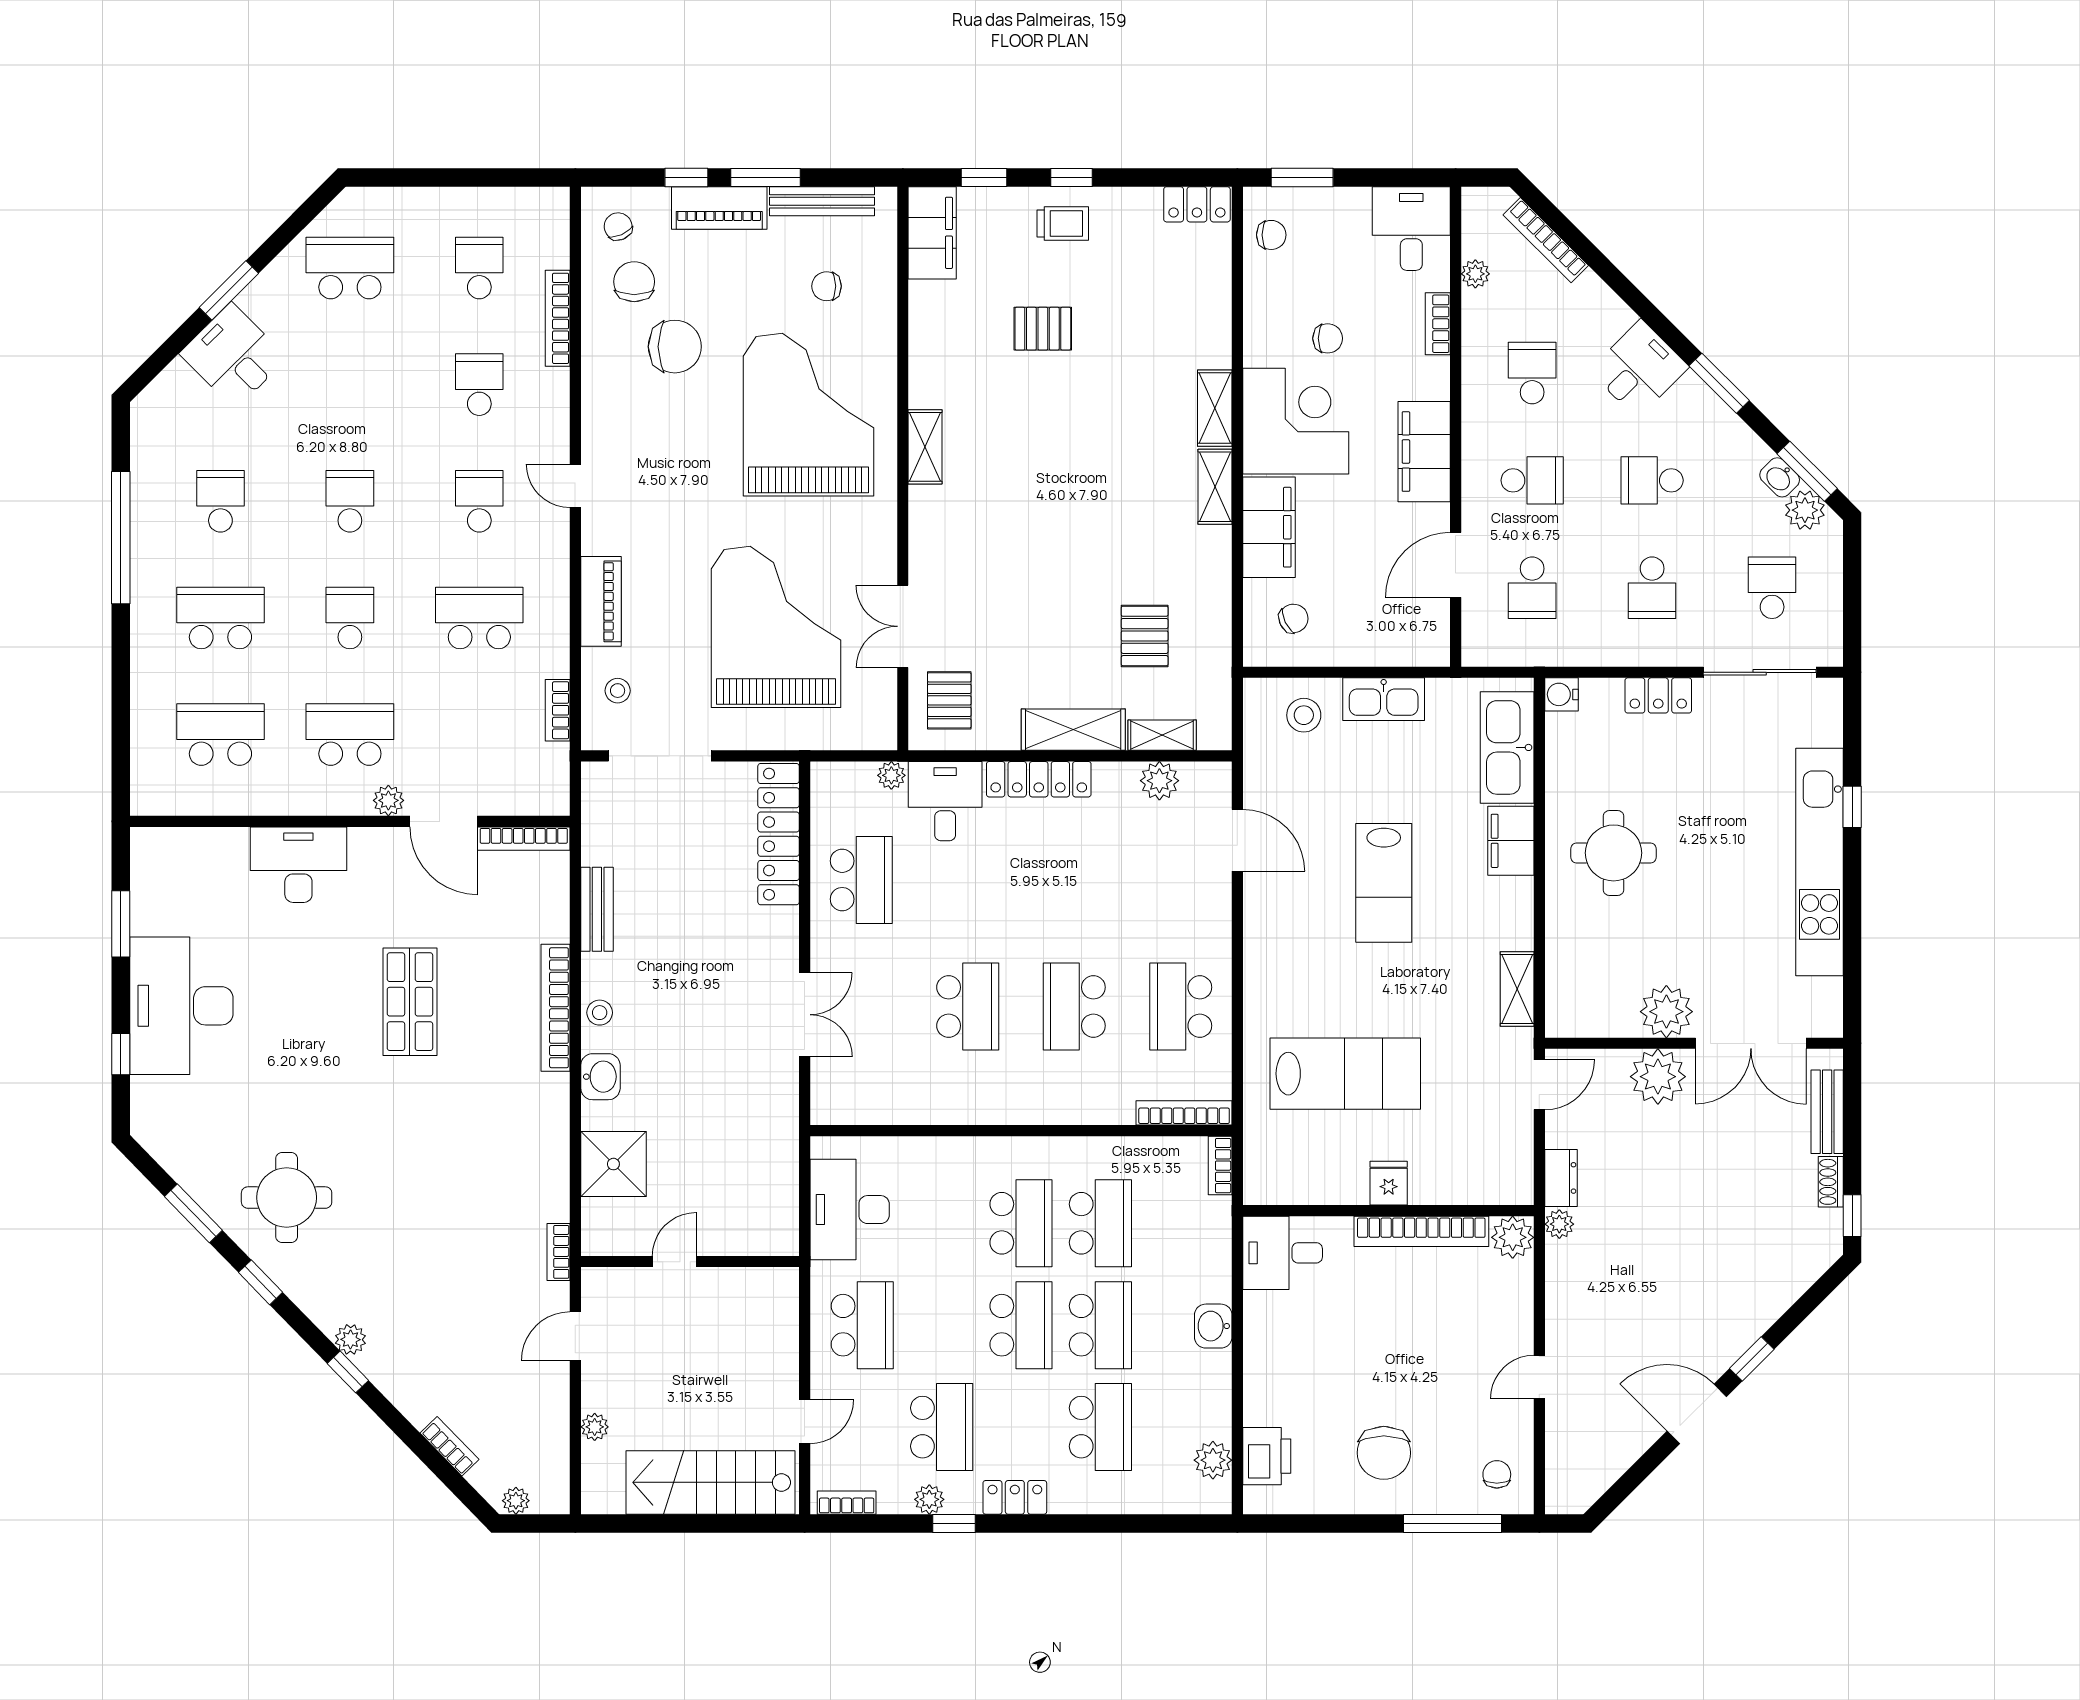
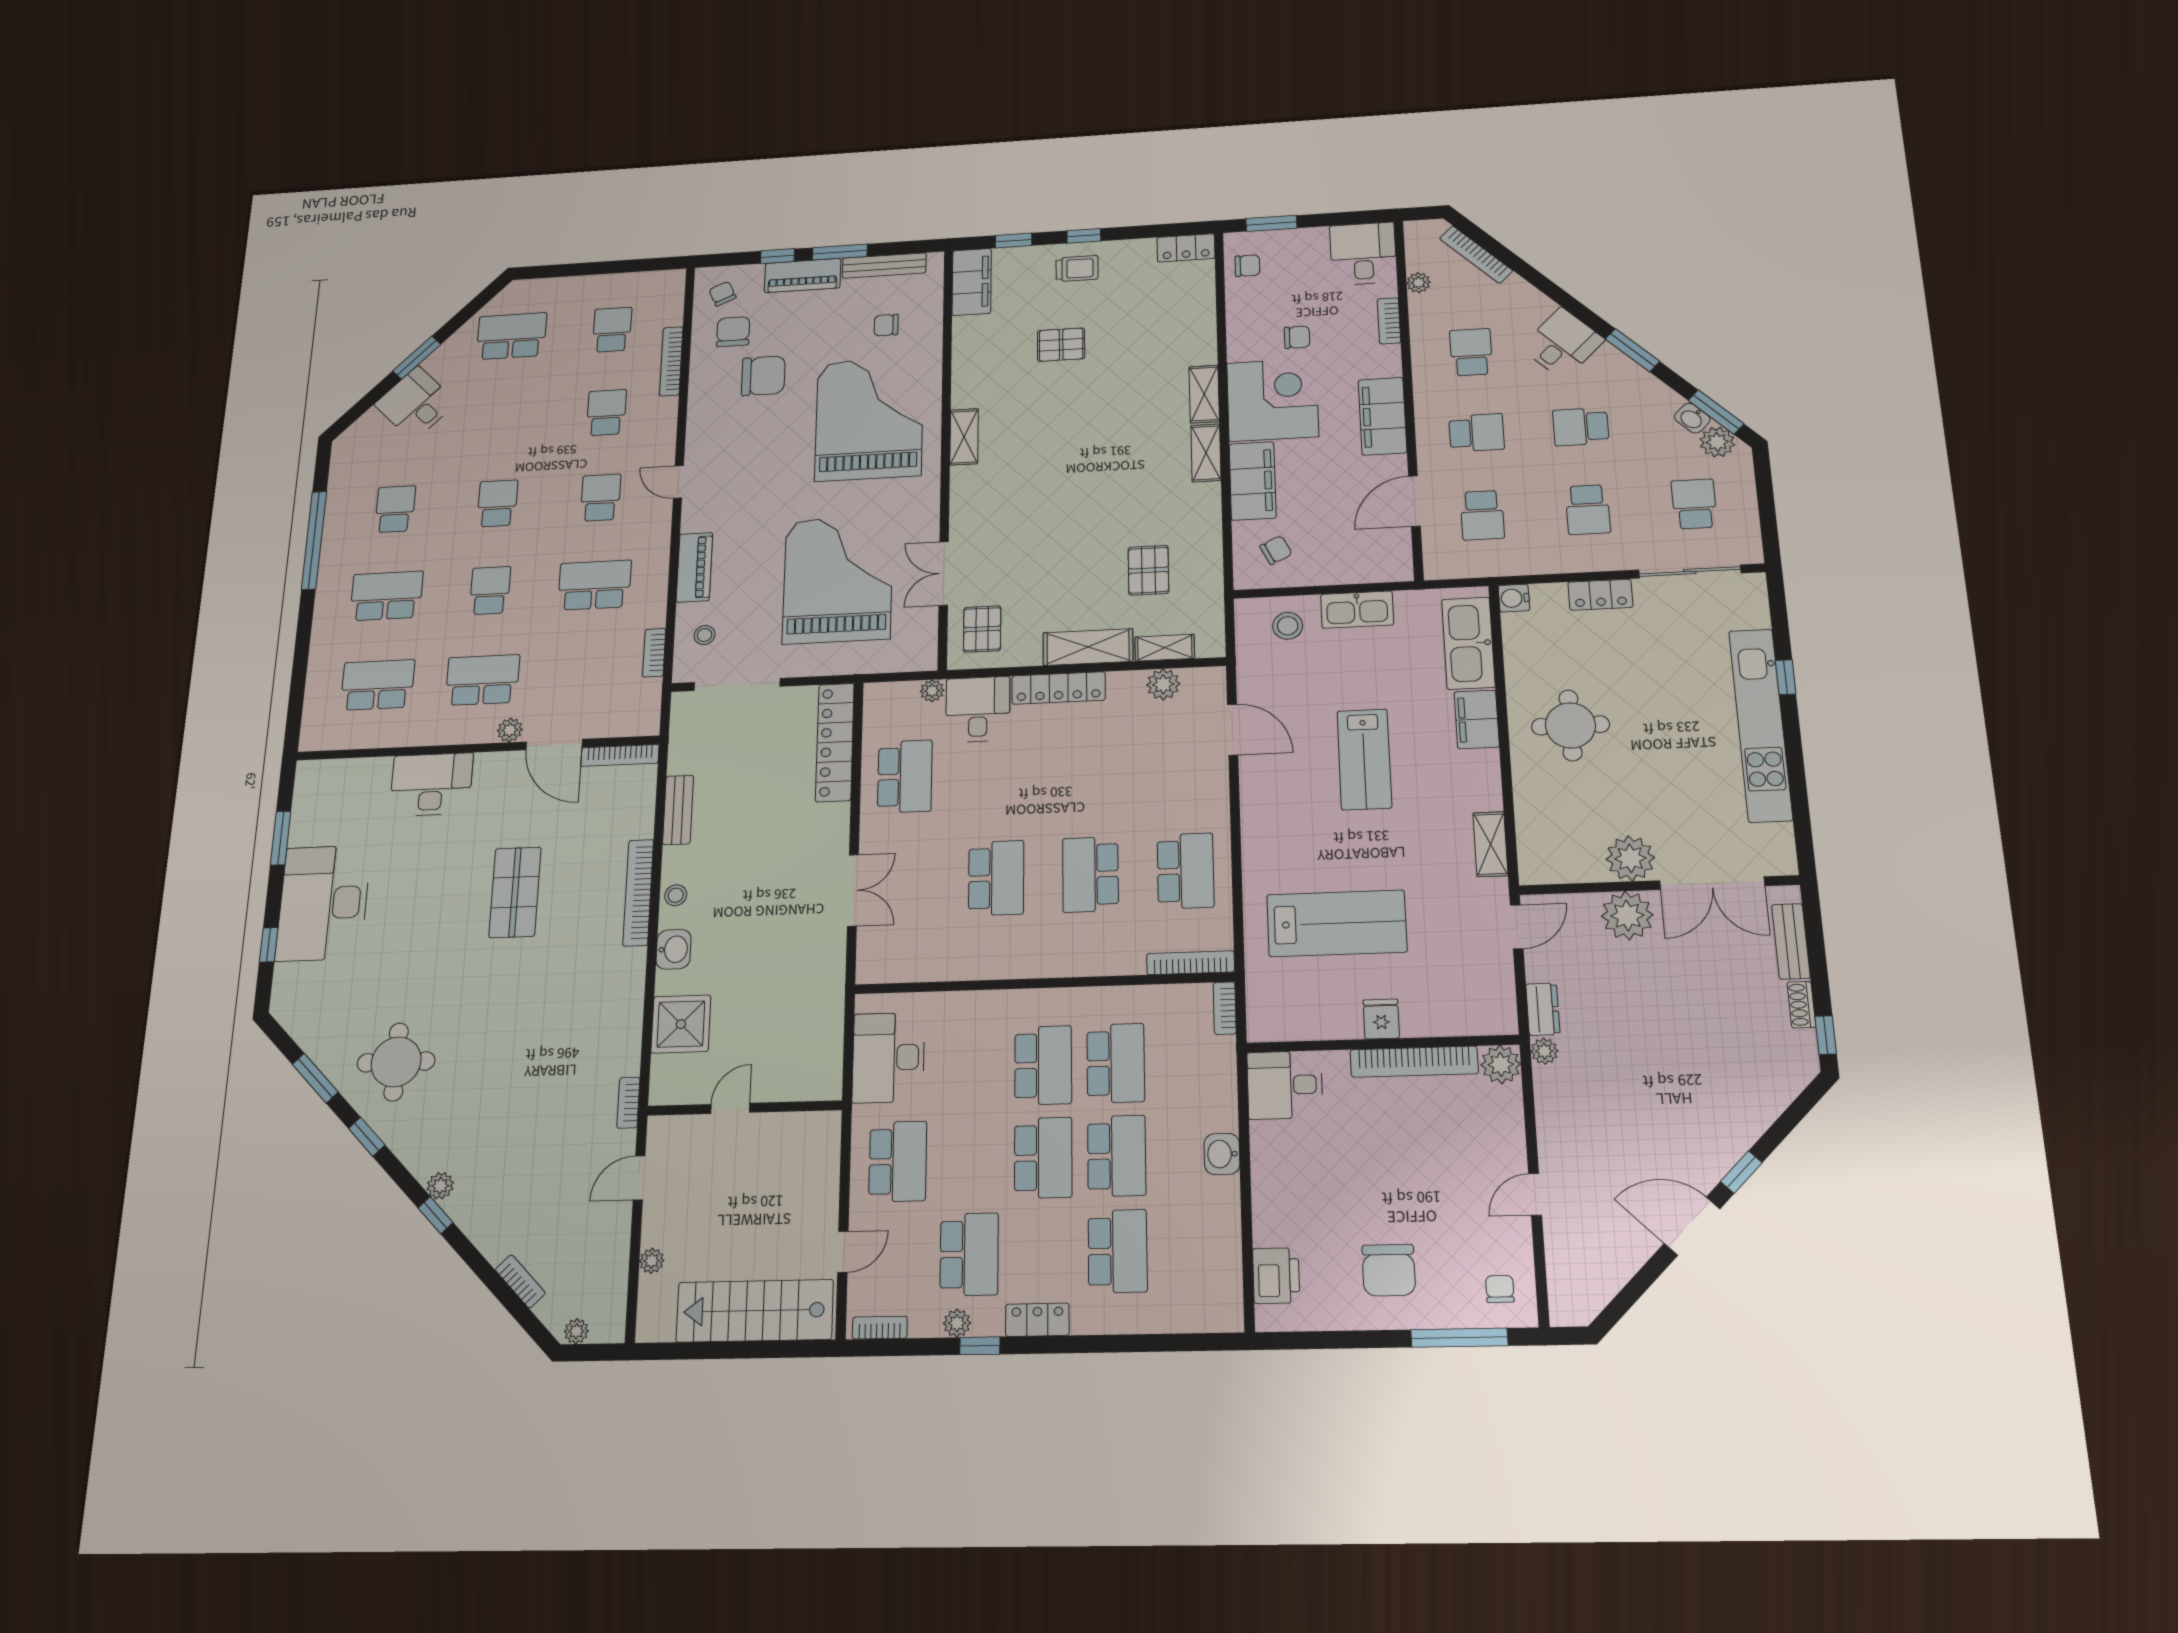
school desk: (1181, 1007) -> (1186, 871), turned 180
plant: (1213, 1460) -> (1225, 1280), removed

